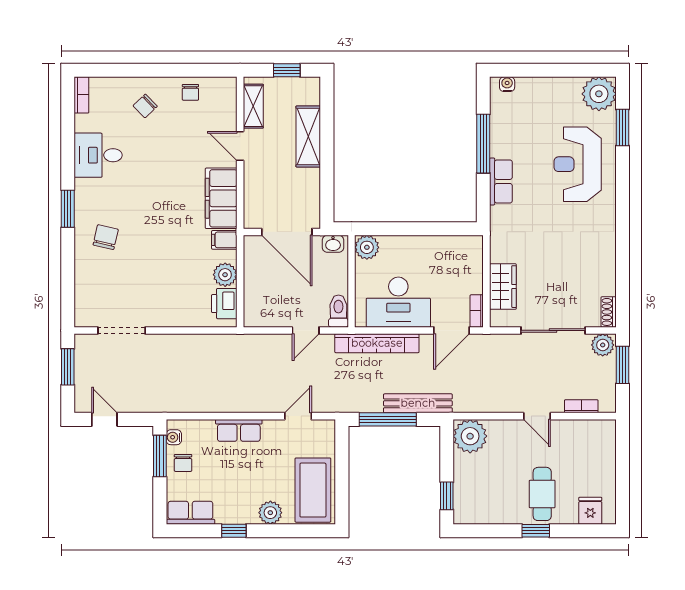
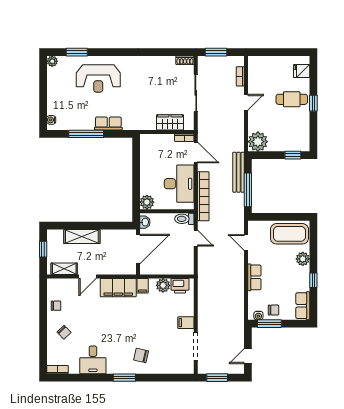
plant: (599, 94) -> (52, 61), width x0.53, depth x0.53
filing cabinet: (161, 314) -> (186, 323), added
plant: (603, 345) -> (204, 64), removed

